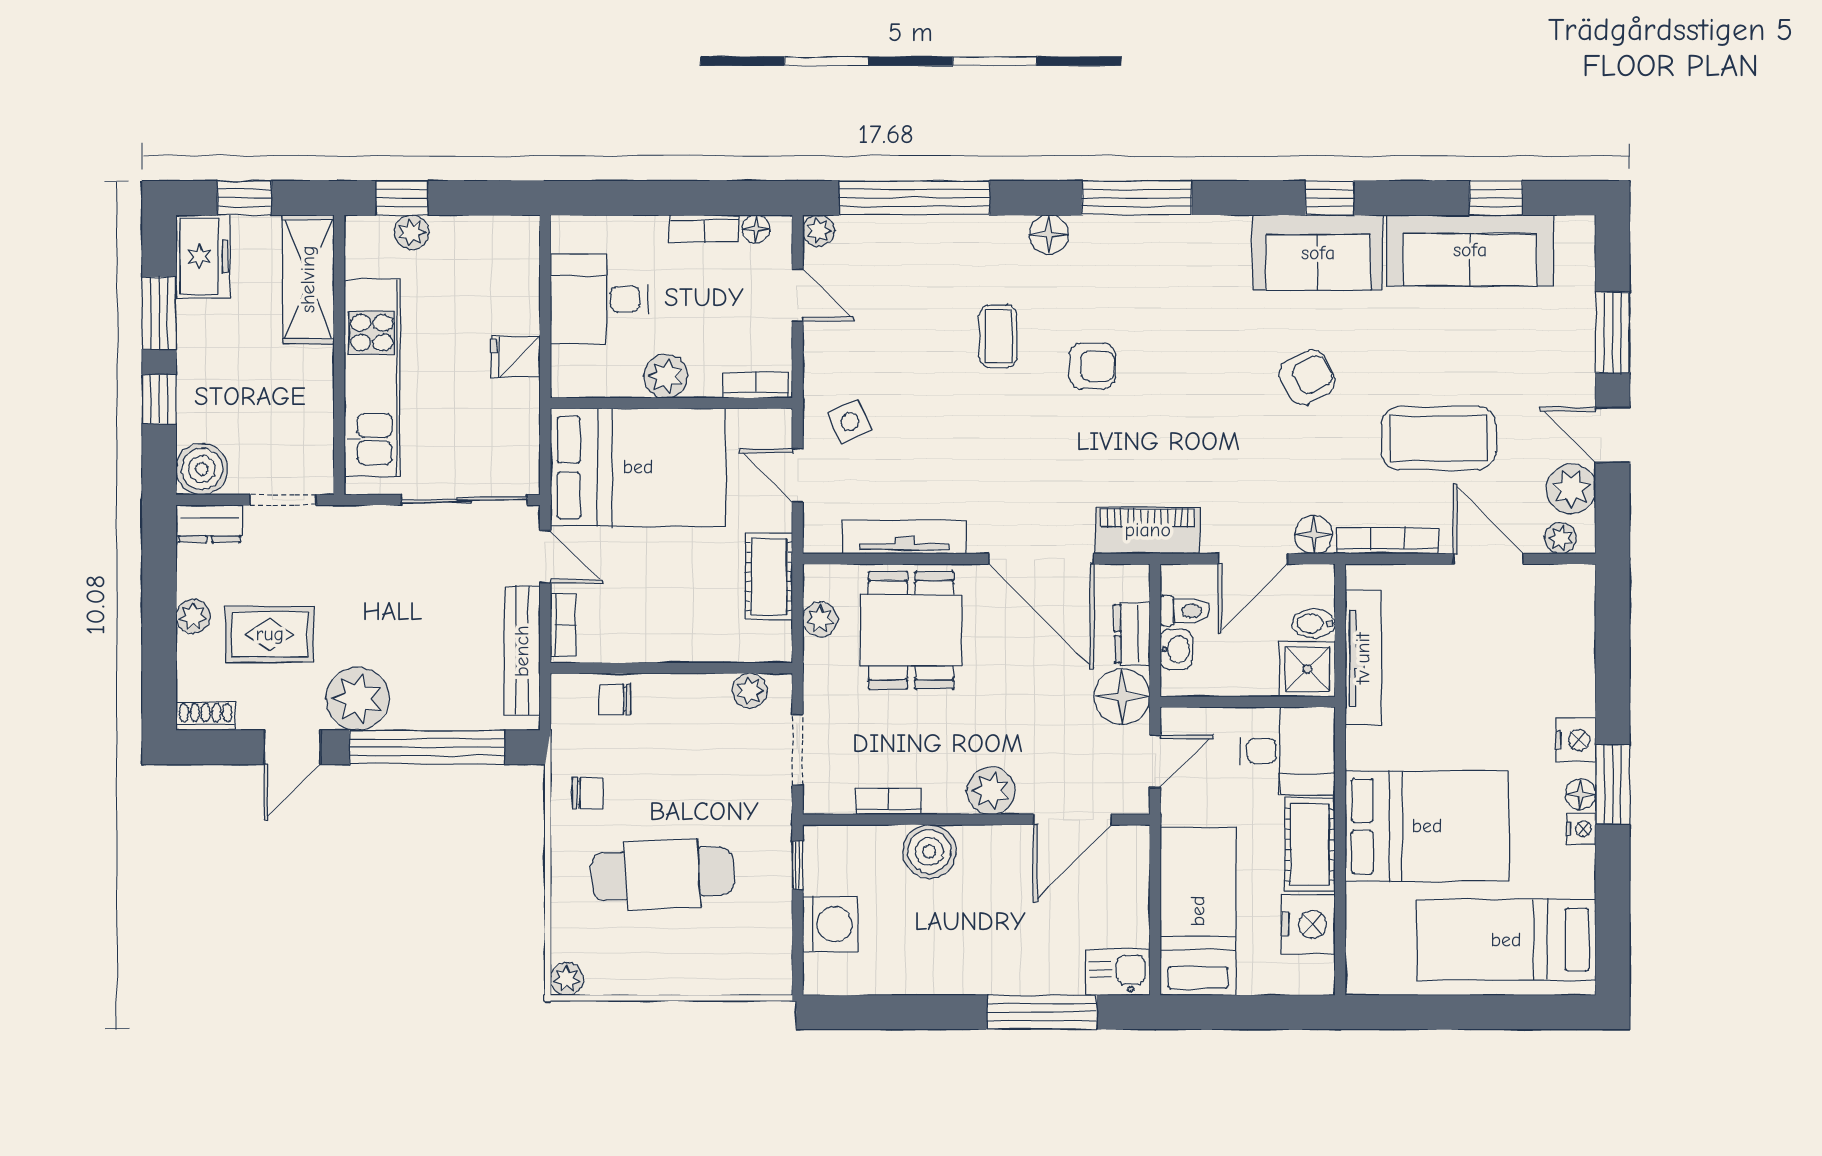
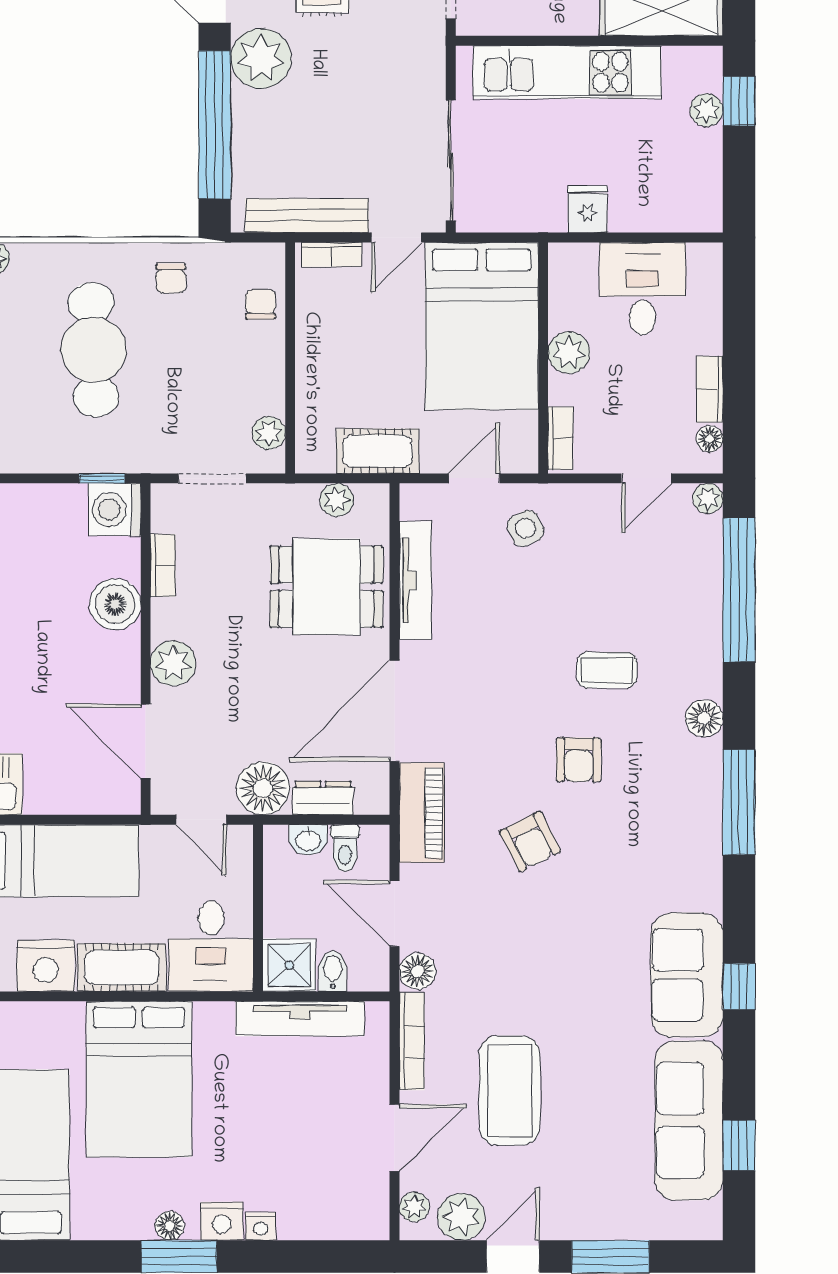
armchair: (1307, 377) -> (530, 841), moved
nightstand: (1581, 829) -> (261, 1226), moved
washing machine: (830, 924) -> (114, 510), moved, turned 90

